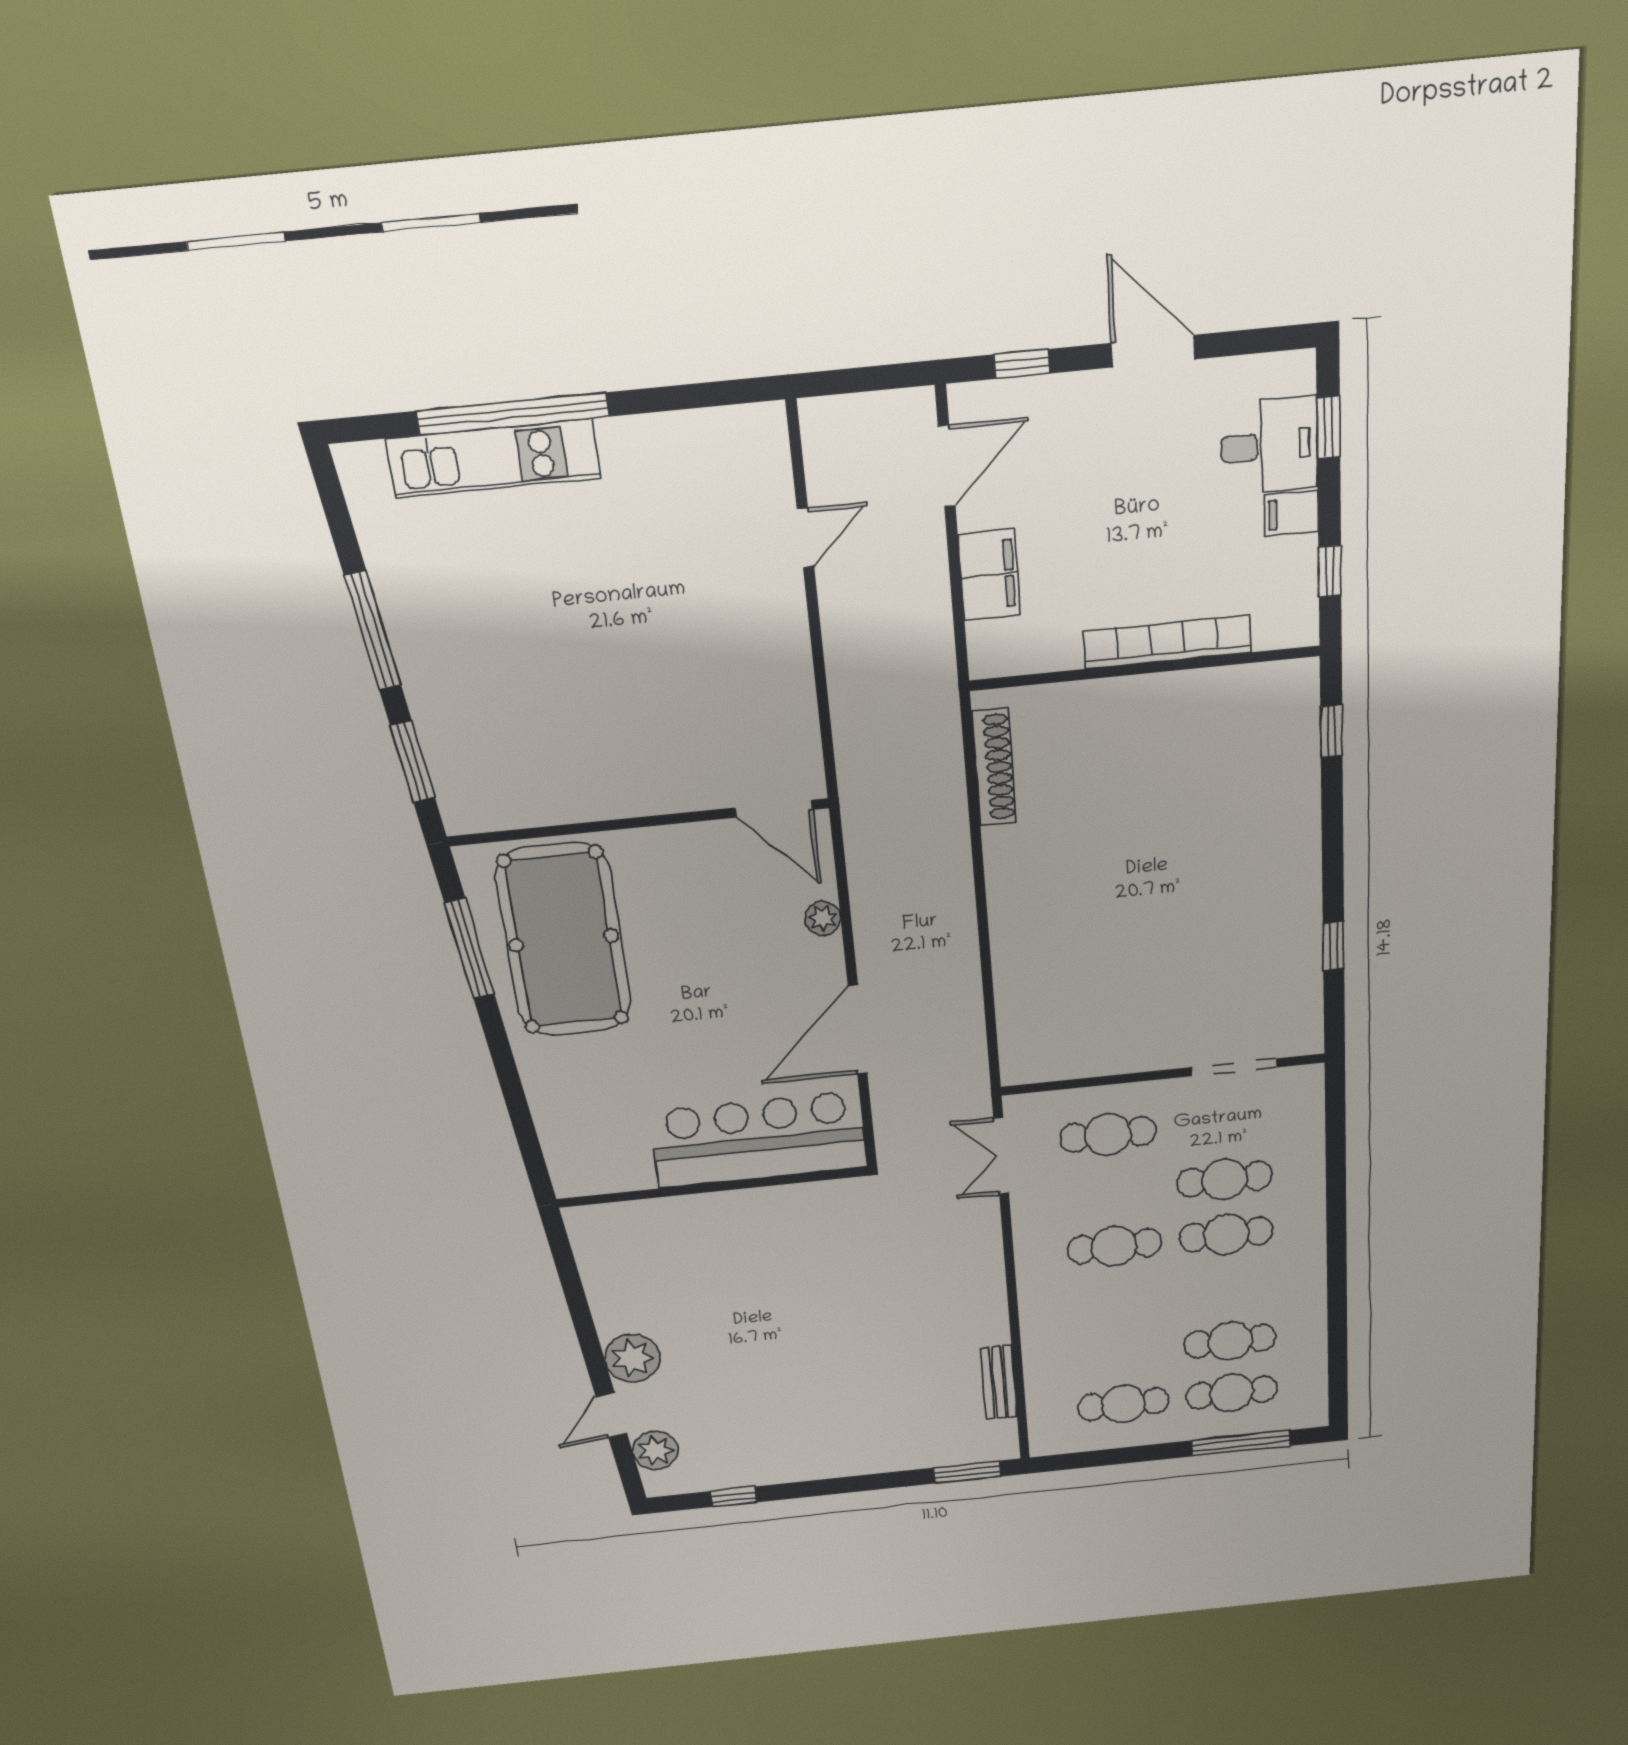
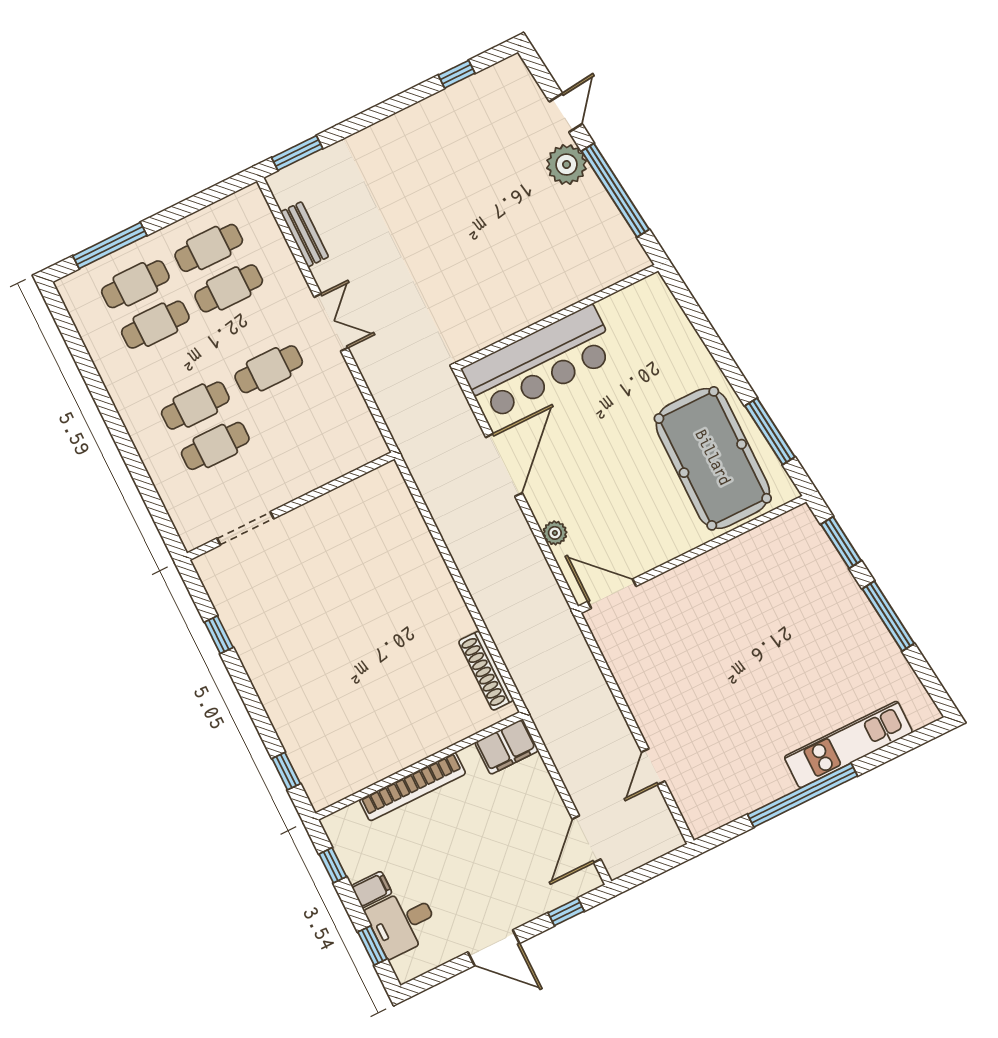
window: (513, 414) -> (802, 795), moved
filing cabinet: (989, 575) -> (507, 747), moved, turned -90
cafe table: (1108, 1135) -> (229, 288), moved
double door: (1001, 1156) -> (331, 322), moved
window: (579, 1310) -> (615, 190), added
plant: (655, 1450) -> (525, 94), removed

